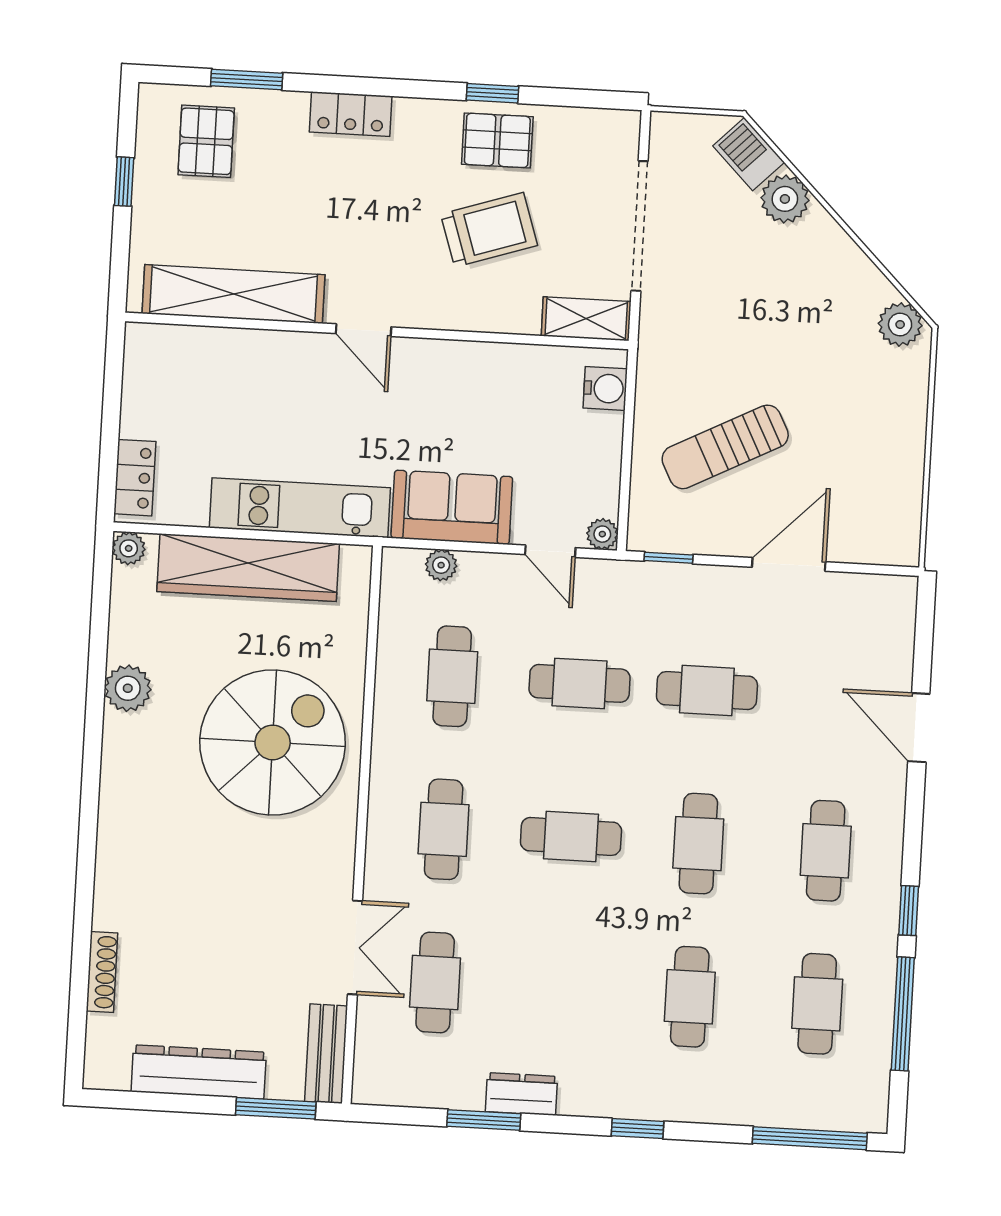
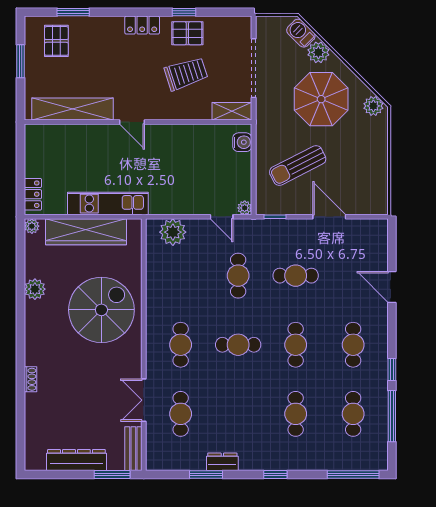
locker: (351, 114) -> (142, 25), moved
window: (124, 182) -> (21, 61), width x1.50
parasol: (785, 303) -> (321, 99), added
sofa: (452, 507) -> (176, 200), removed
door: (789, 564) -> (329, 217), hinge flipped
plant: (441, 565) -> (173, 232), width x1.88, depth x1.88
cafe table: (452, 676) -> (181, 276), removed
cafe table: (580, 683) -> (238, 276), turned 90
double door: (355, 948) -> (144, 400), swing flipped
shoe rack: (102, 972) -> (30, 379), moved, width x0.70

